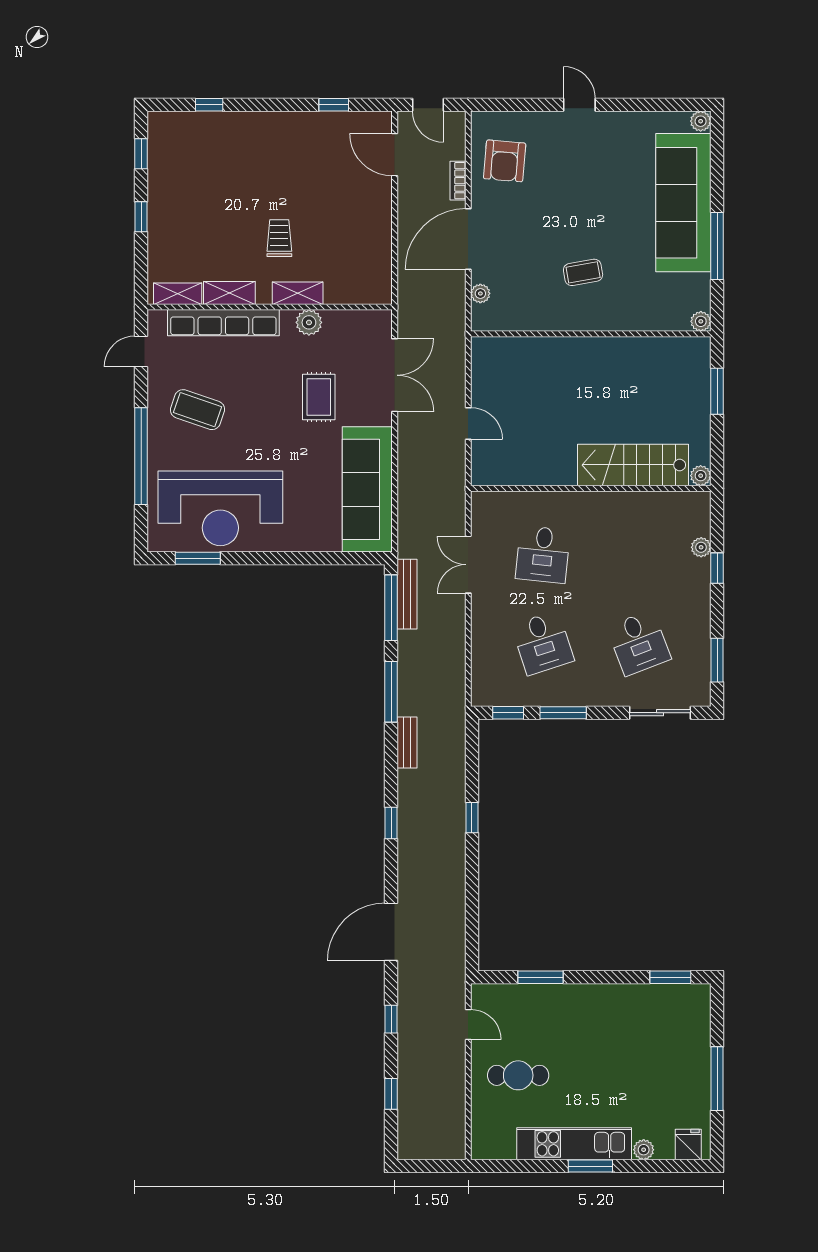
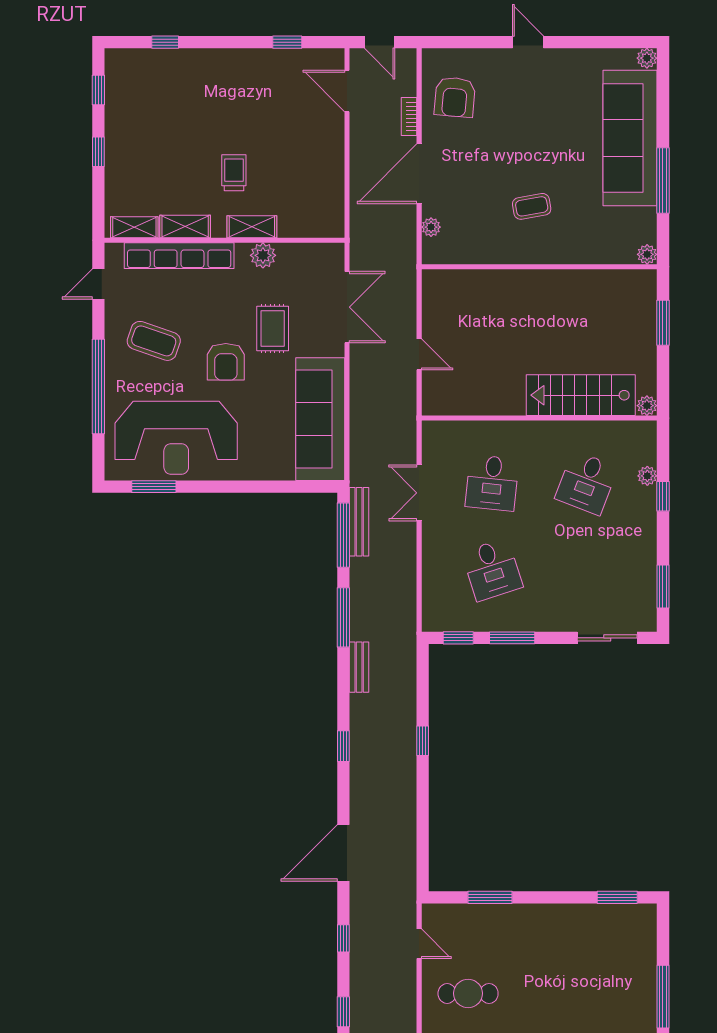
armchair: (271, 431) -> (226, 362), added
desk: (639, 643) -> (586, 483), moved, turned 42

